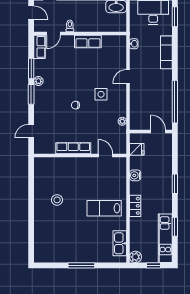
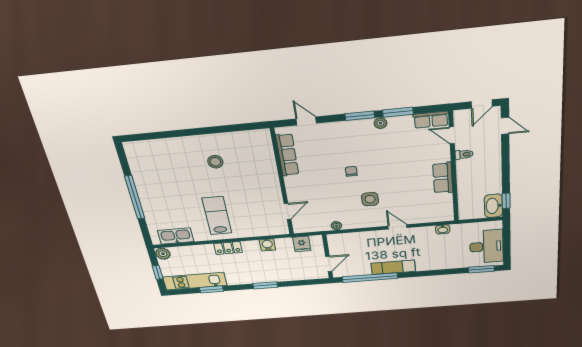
exam couch: (166, 52) -> (393, 267), moved
row of seats: (73, 148) -> (287, 155), moved
window: (81, 265) -> (135, 197), width x1.46

